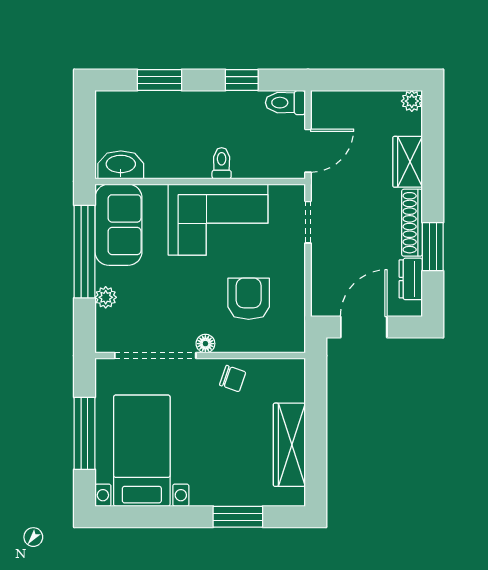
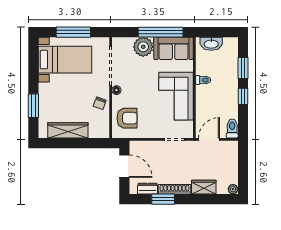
window: (242, 80) -> (243, 96), moved
door: (308, 151) -> (209, 139), swing flipped
toilet: (222, 163) -> (203, 80), moved
washbasin: (121, 165) -> (211, 44), moved, turned 90
plant: (106, 297) -> (143, 47), width x1.88, depth x1.88
armchair: (249, 299) -> (127, 118), moved

